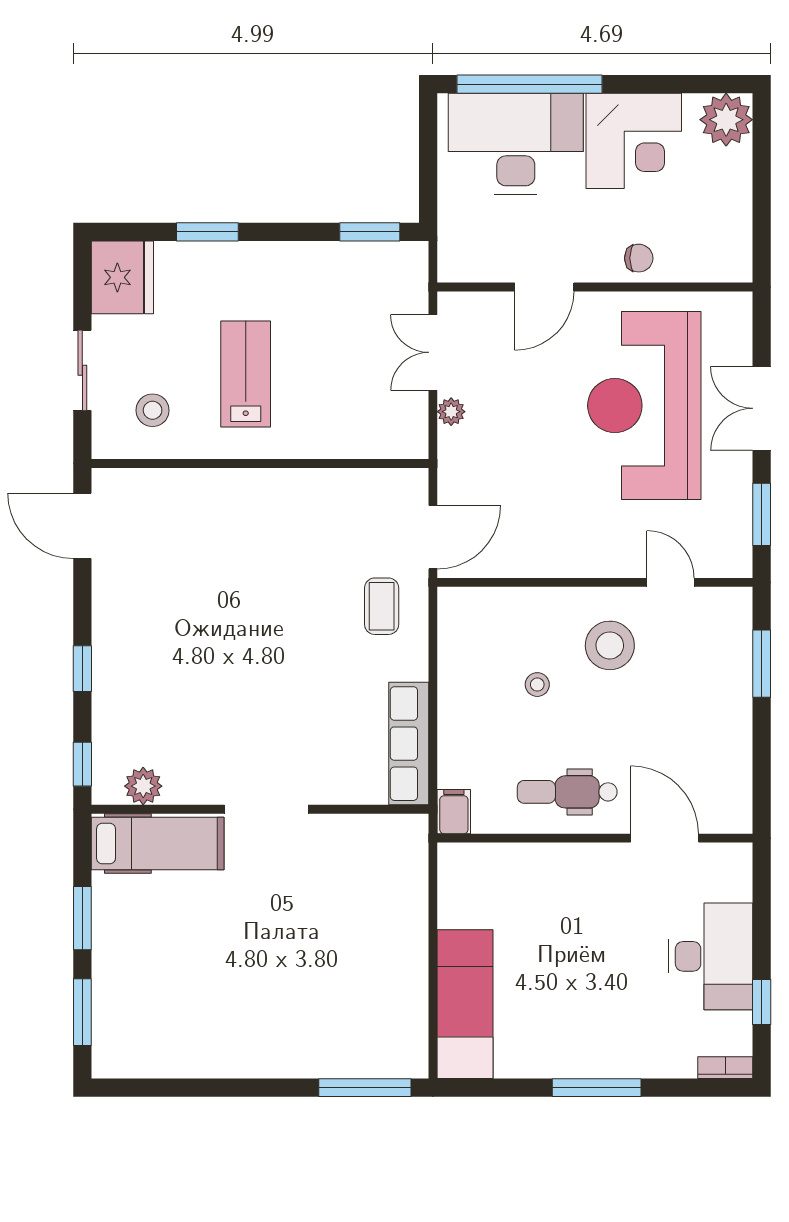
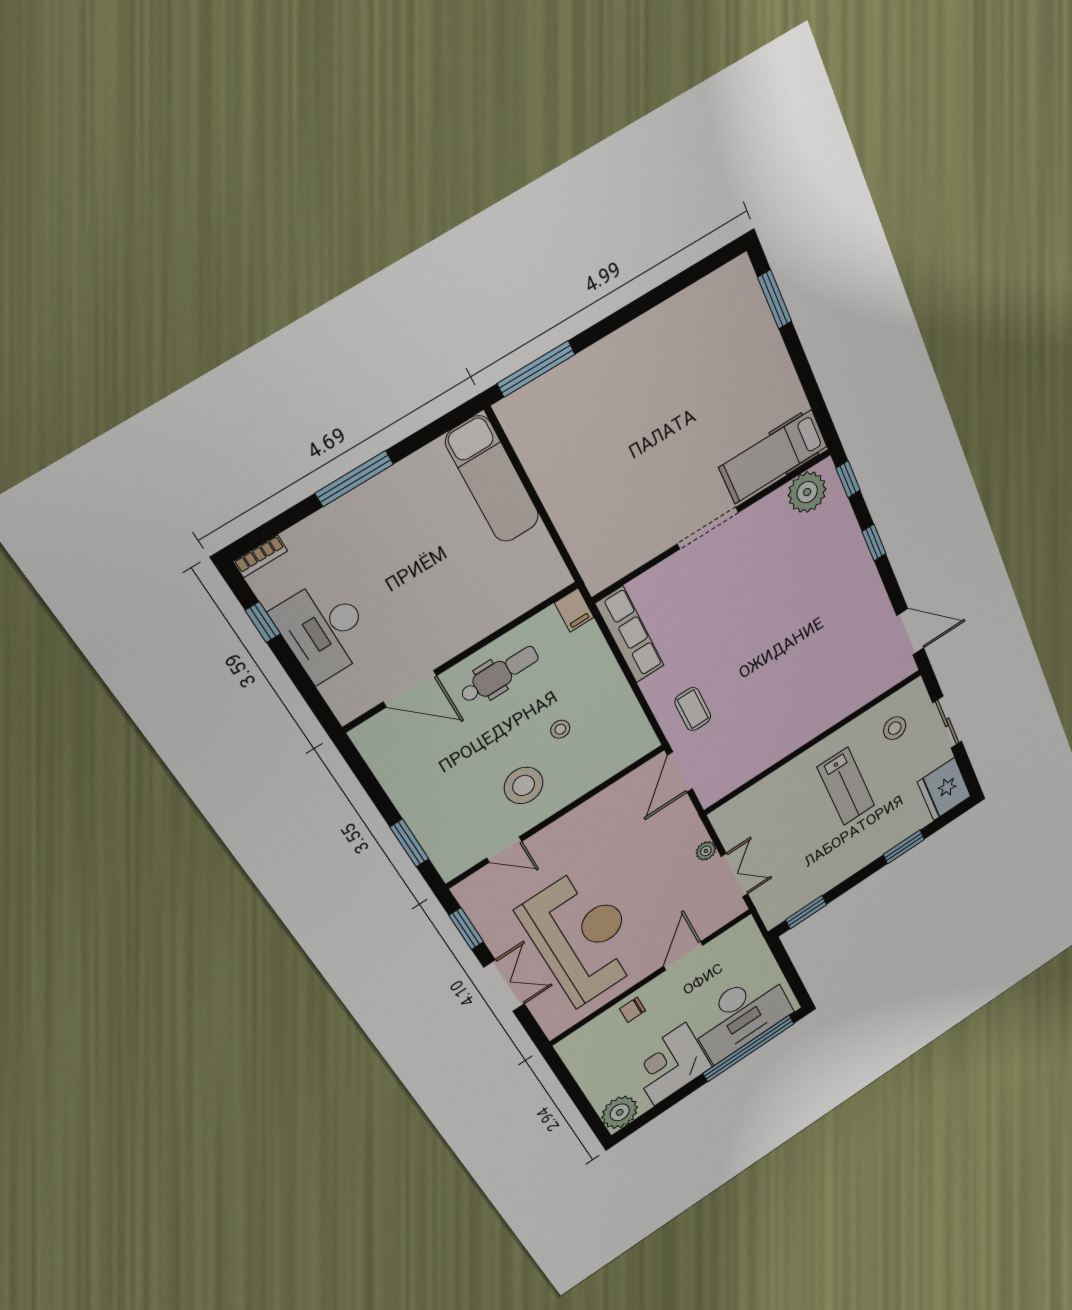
plant: (143, 786) -> (807, 492), width x1.36, depth x1.36
window: (82, 918) -> (804, 370), removed

